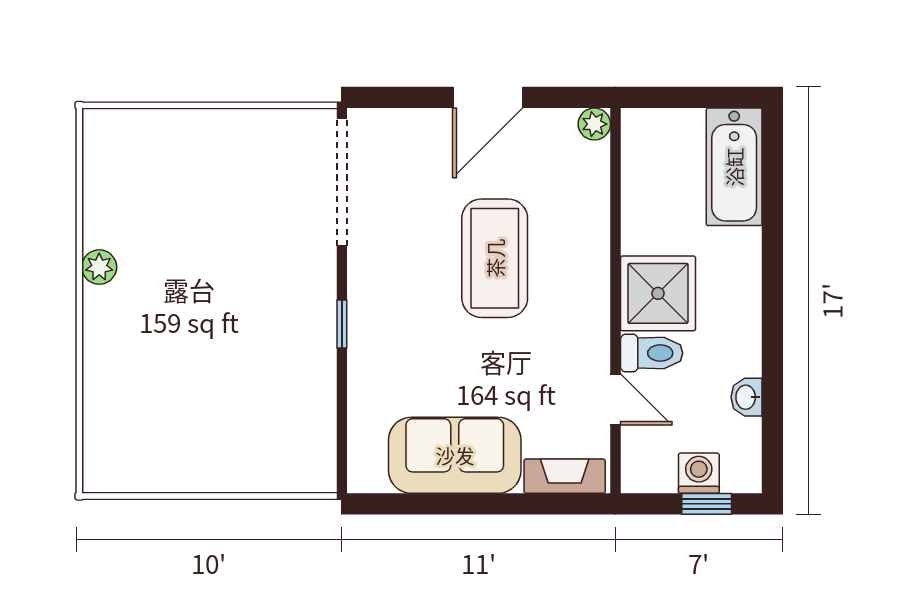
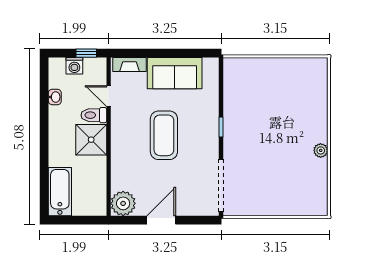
plant: (594, 124) -> (123, 203), width x1.87, depth x1.87
coffee table: (495, 258) -> (164, 135), moved
window: (707, 504) -> (86, 53), moved

